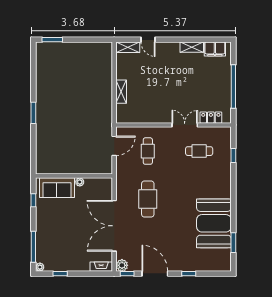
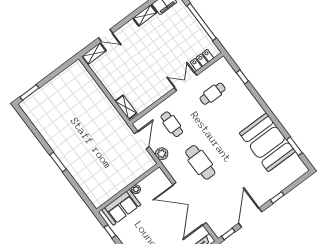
shelving: (121, 92) -> (126, 107), moved
plant: (122, 265) -> (162, 154), moved
door: (155, 274) -> (250, 218), hinge flipped

